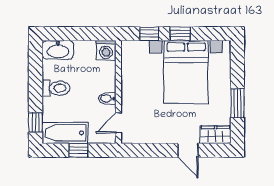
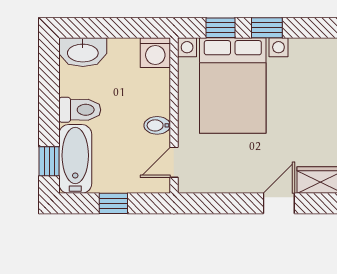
bed with nightstands: (186, 72) -> (233, 86), moved
bathtub: (65, 133) -> (75, 159), moved, turned 90
door: (188, 150) -> (279, 203), swing flipped

